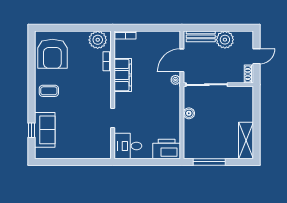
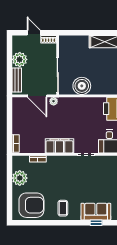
plant: (98, 40) -> (20, 178), moved
filing cabinet: (123, 75) -> (59, 146), moved
boiler: (189, 113) -> (82, 86), width x1.86, depth x1.86

